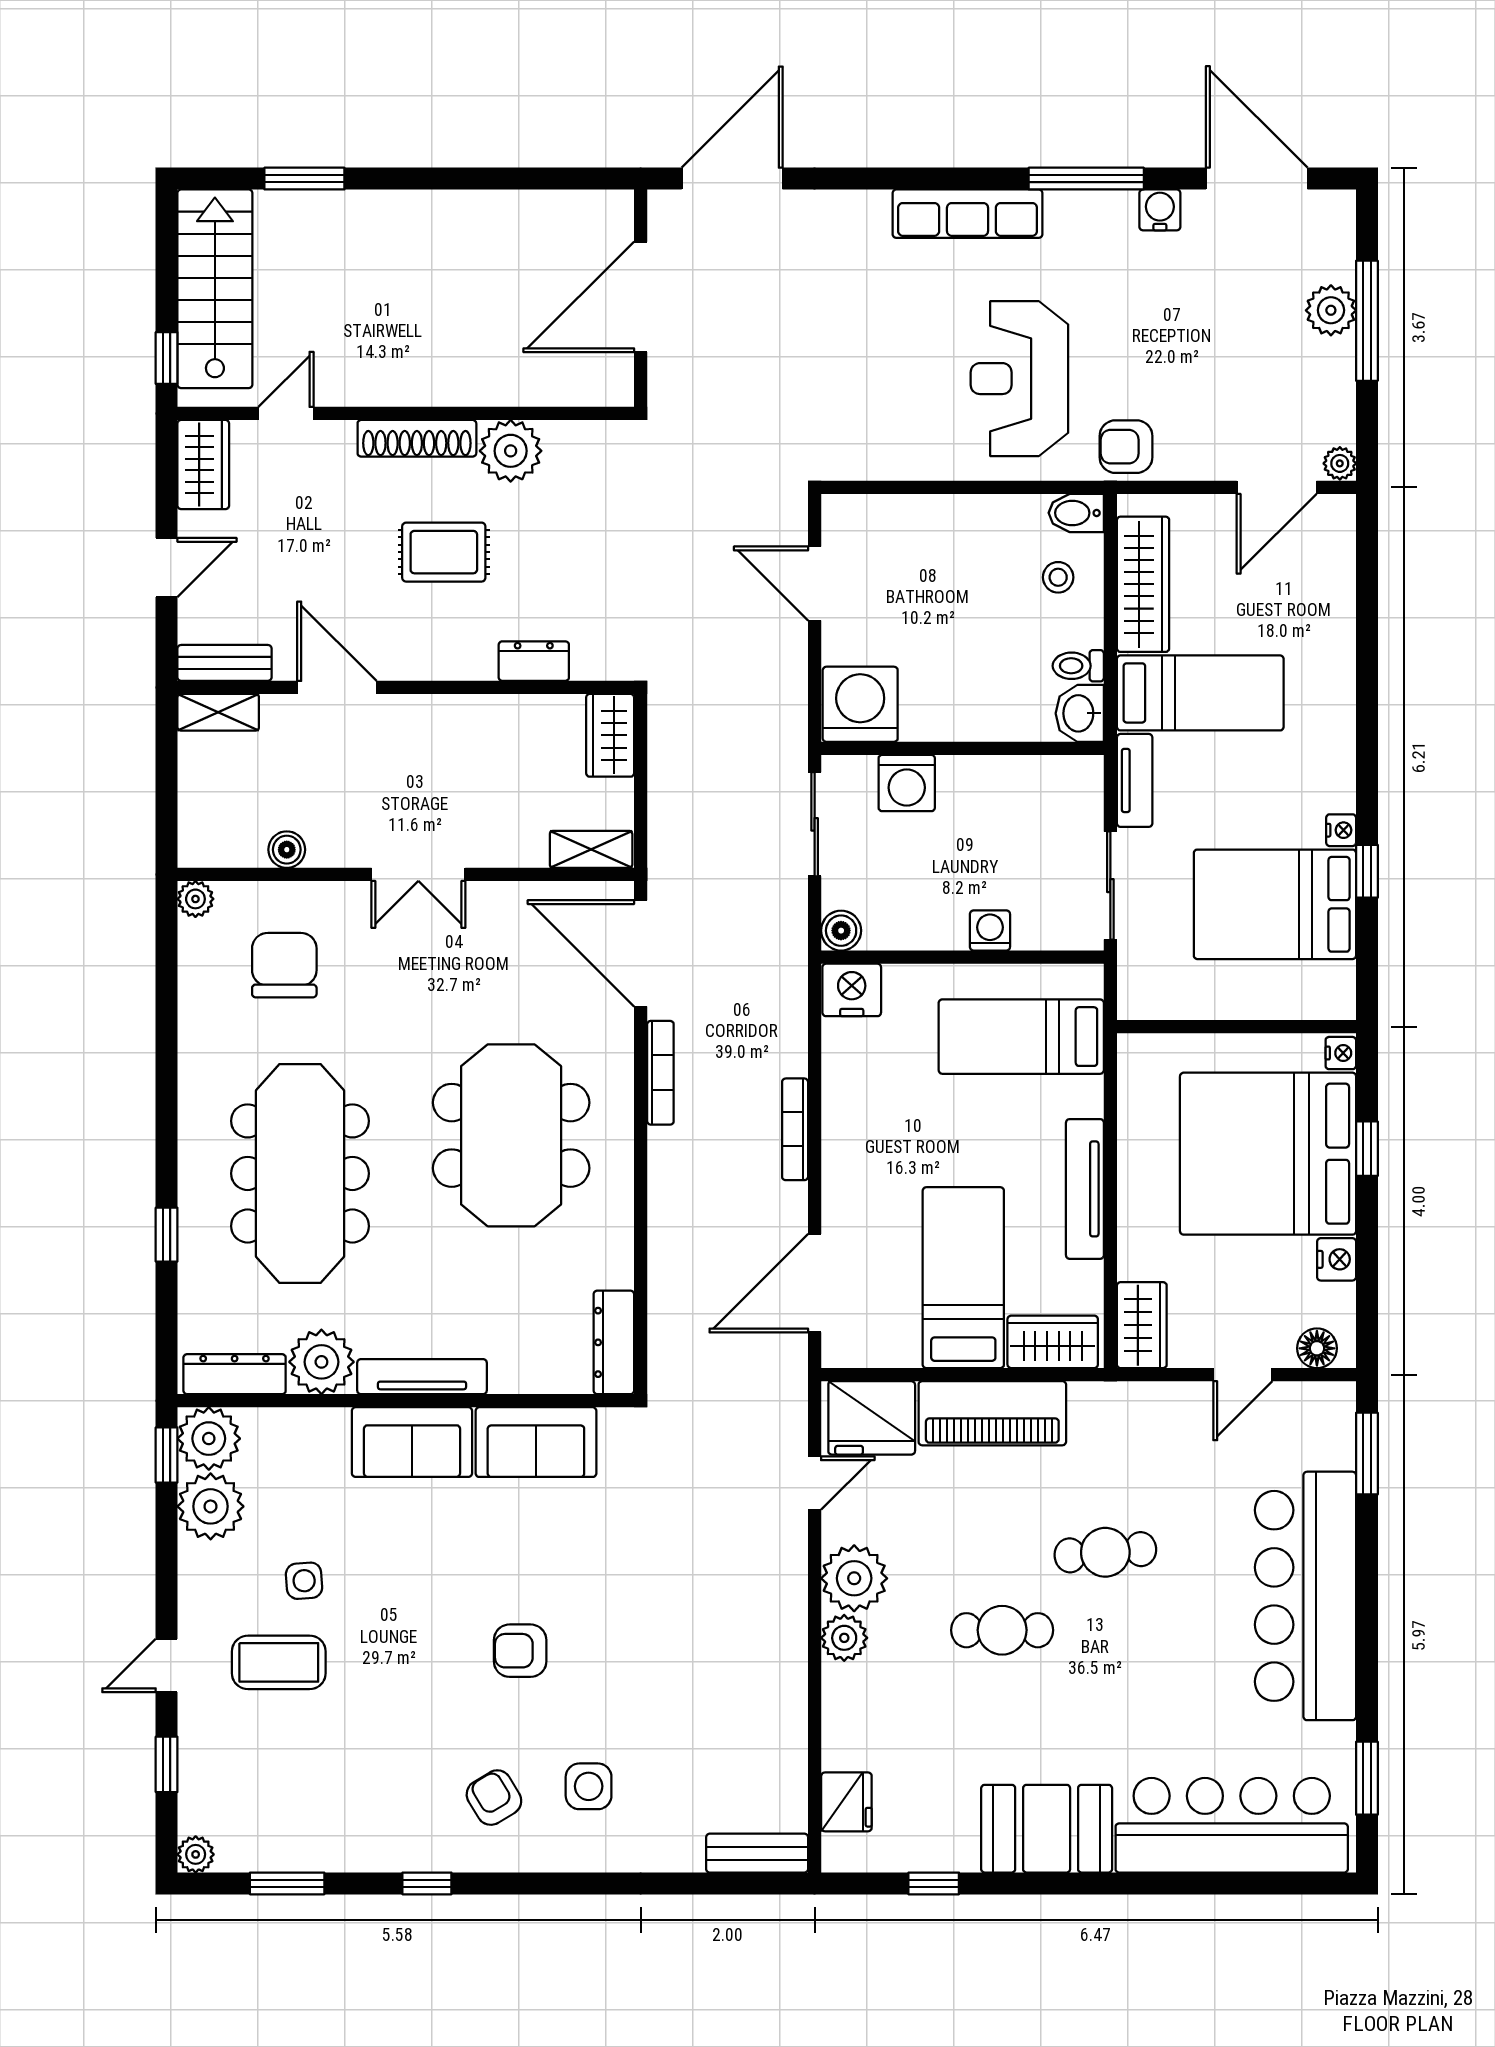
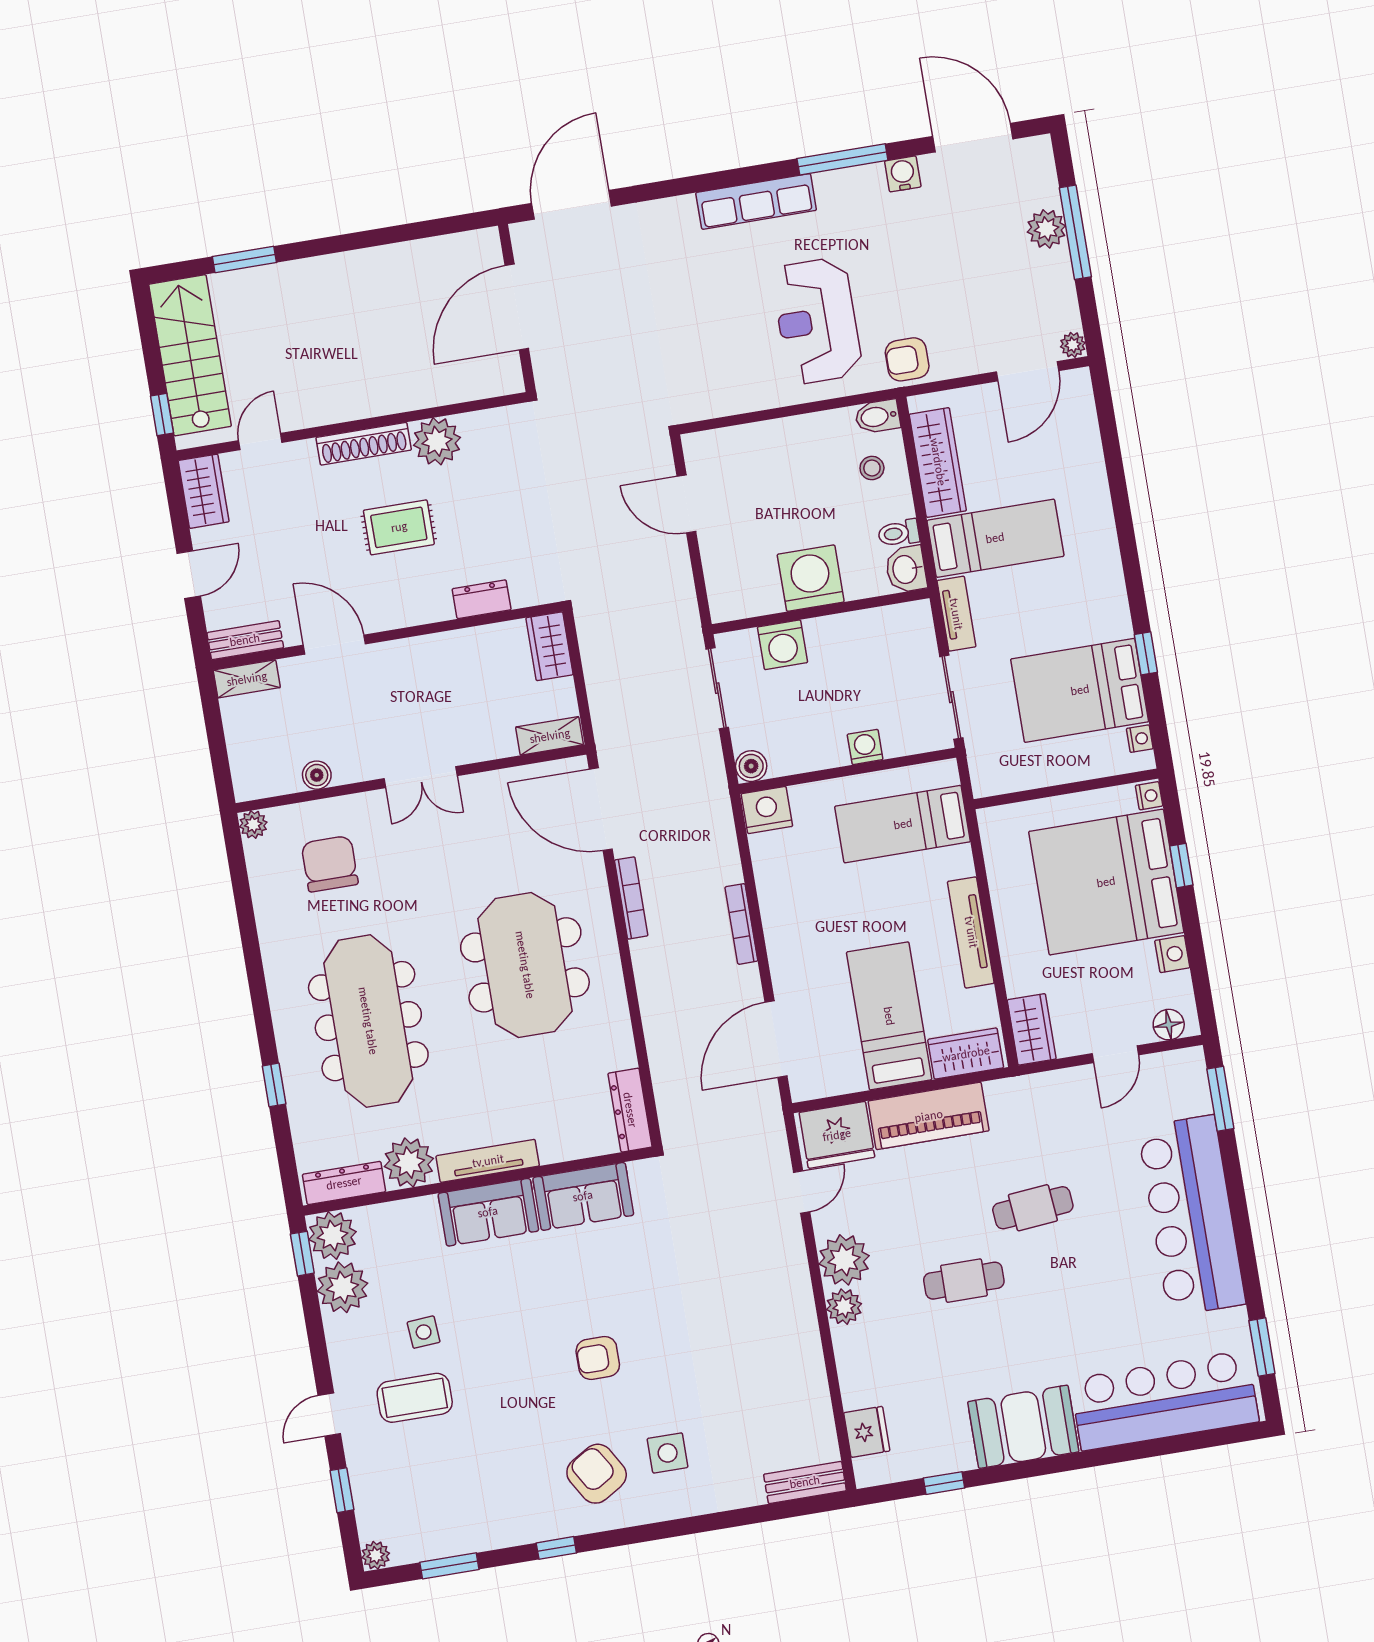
washing machine: (860, 704) -> (811, 578), moved
nightstand: (1341, 830) -> (1140, 739), moved
armchair: (494, 1798) -> (597, 1474), width x1.38, depth x1.38

